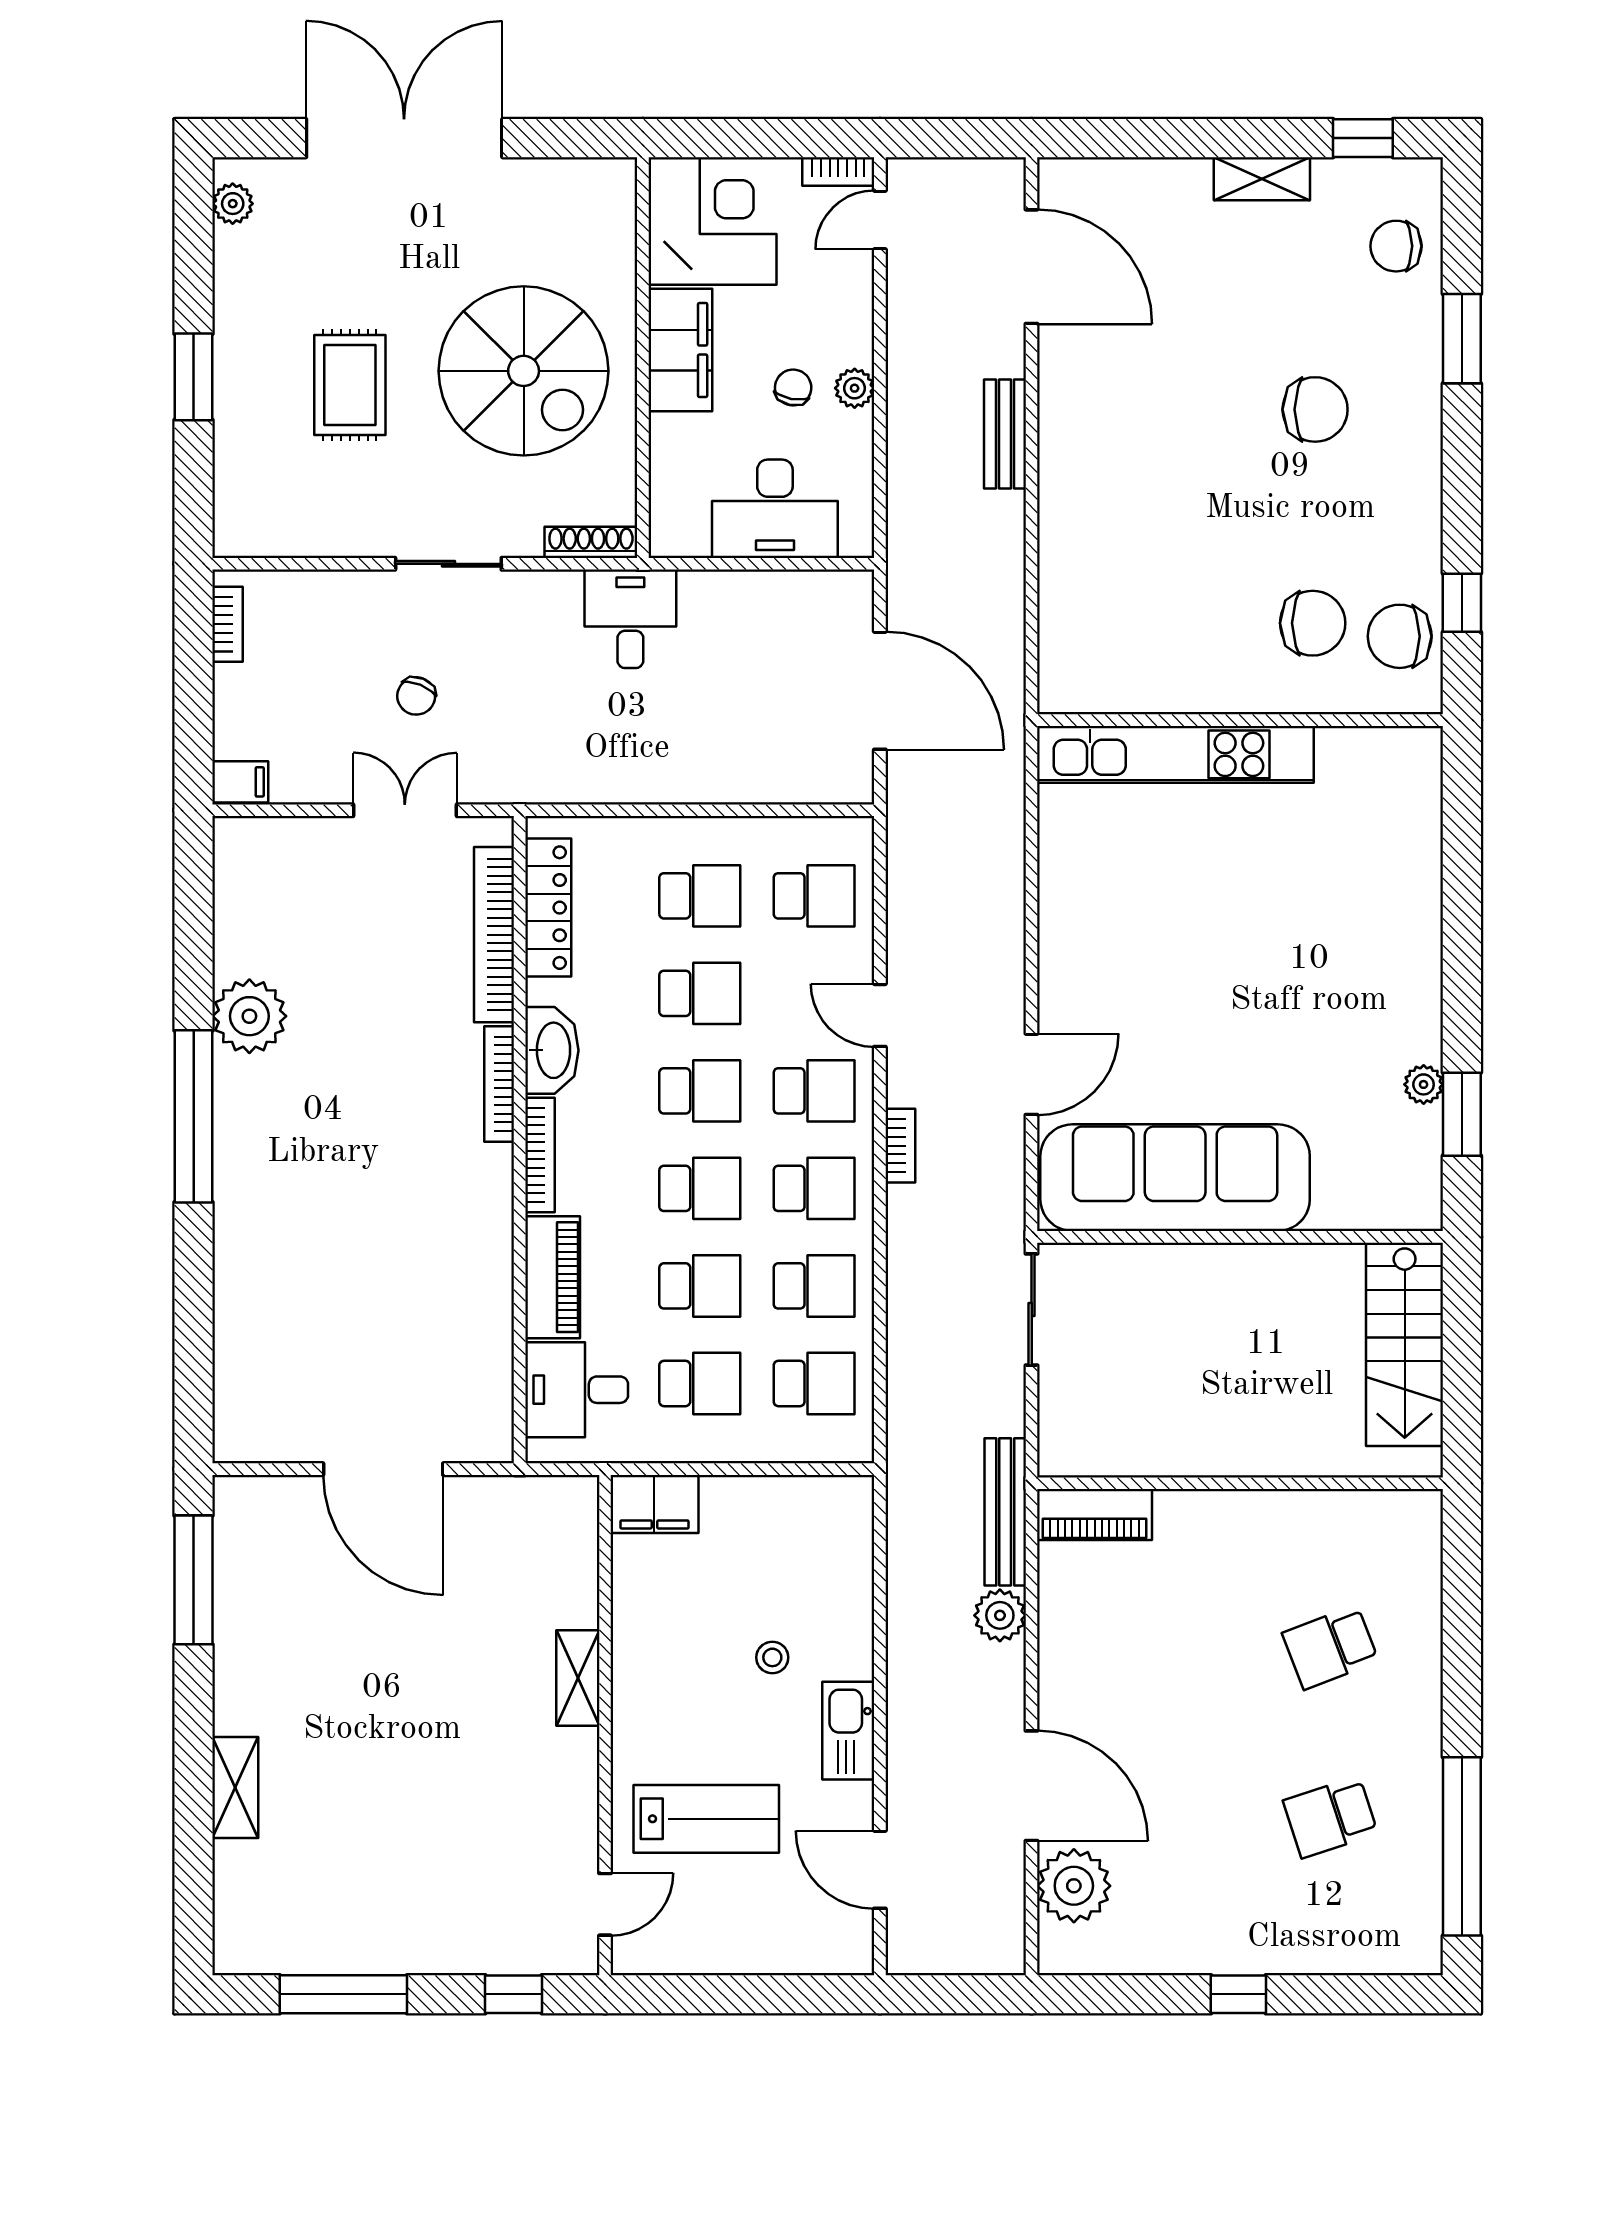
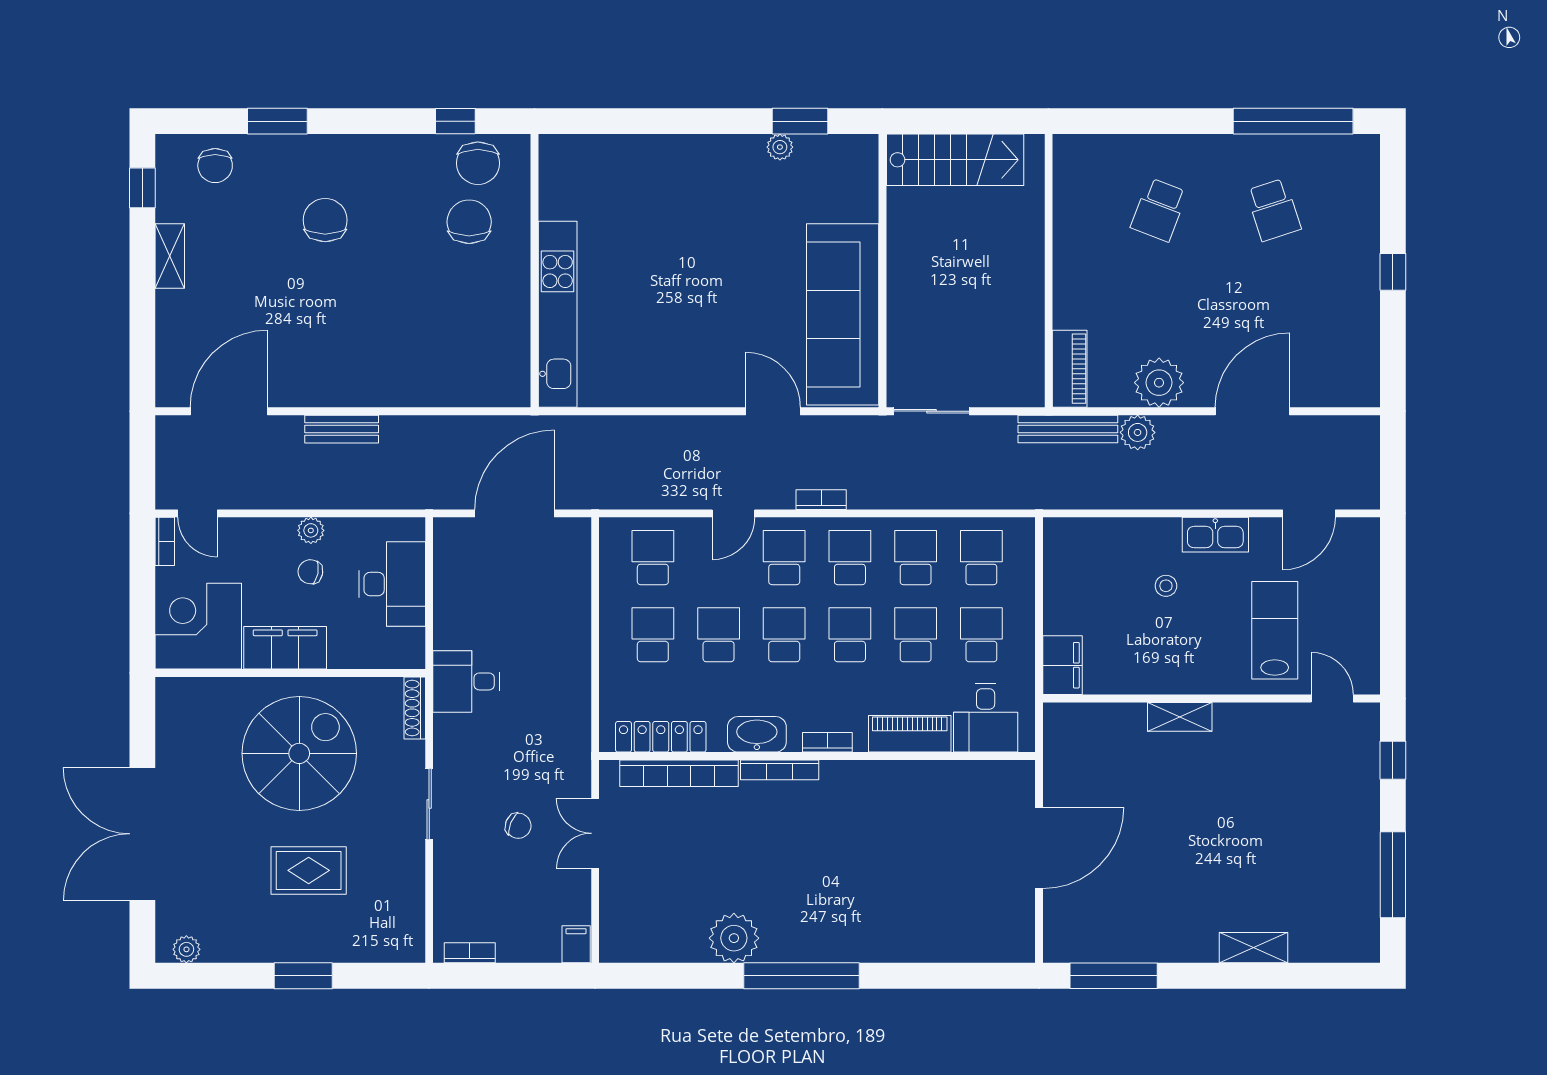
bookcase: (540, 1155) -> (827, 742), width x0.64
school desk: (1330, 1647) -> (1159, 210), turned 42
plant: (1074, 1886) -> (1159, 383), moved

